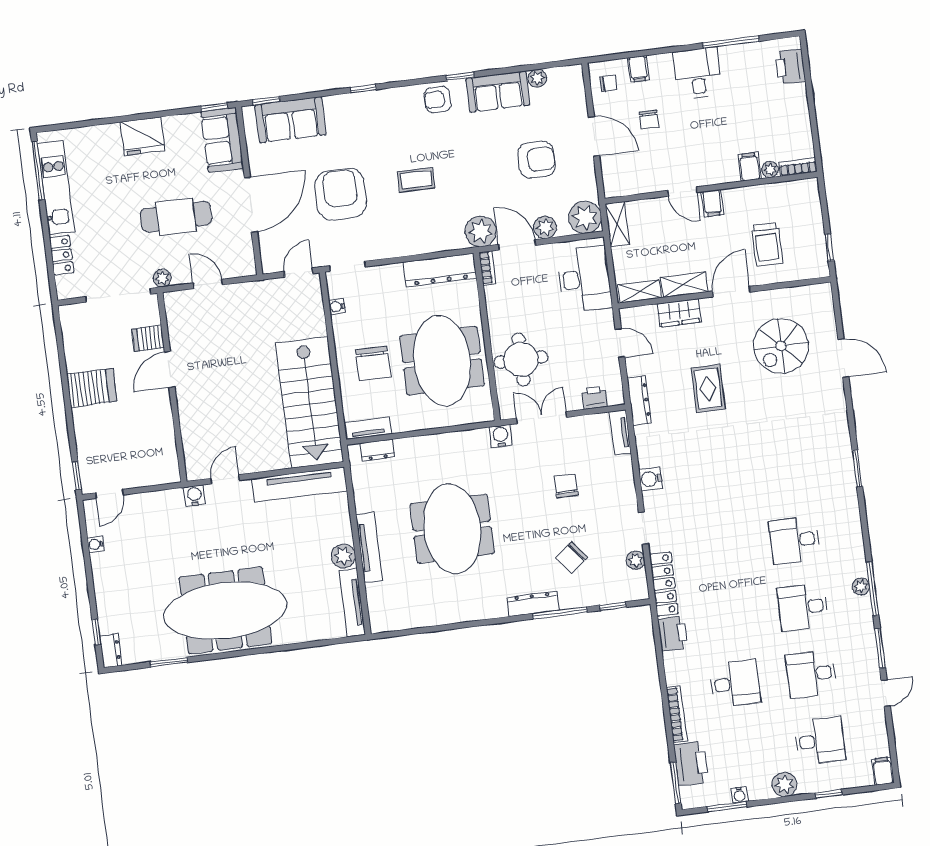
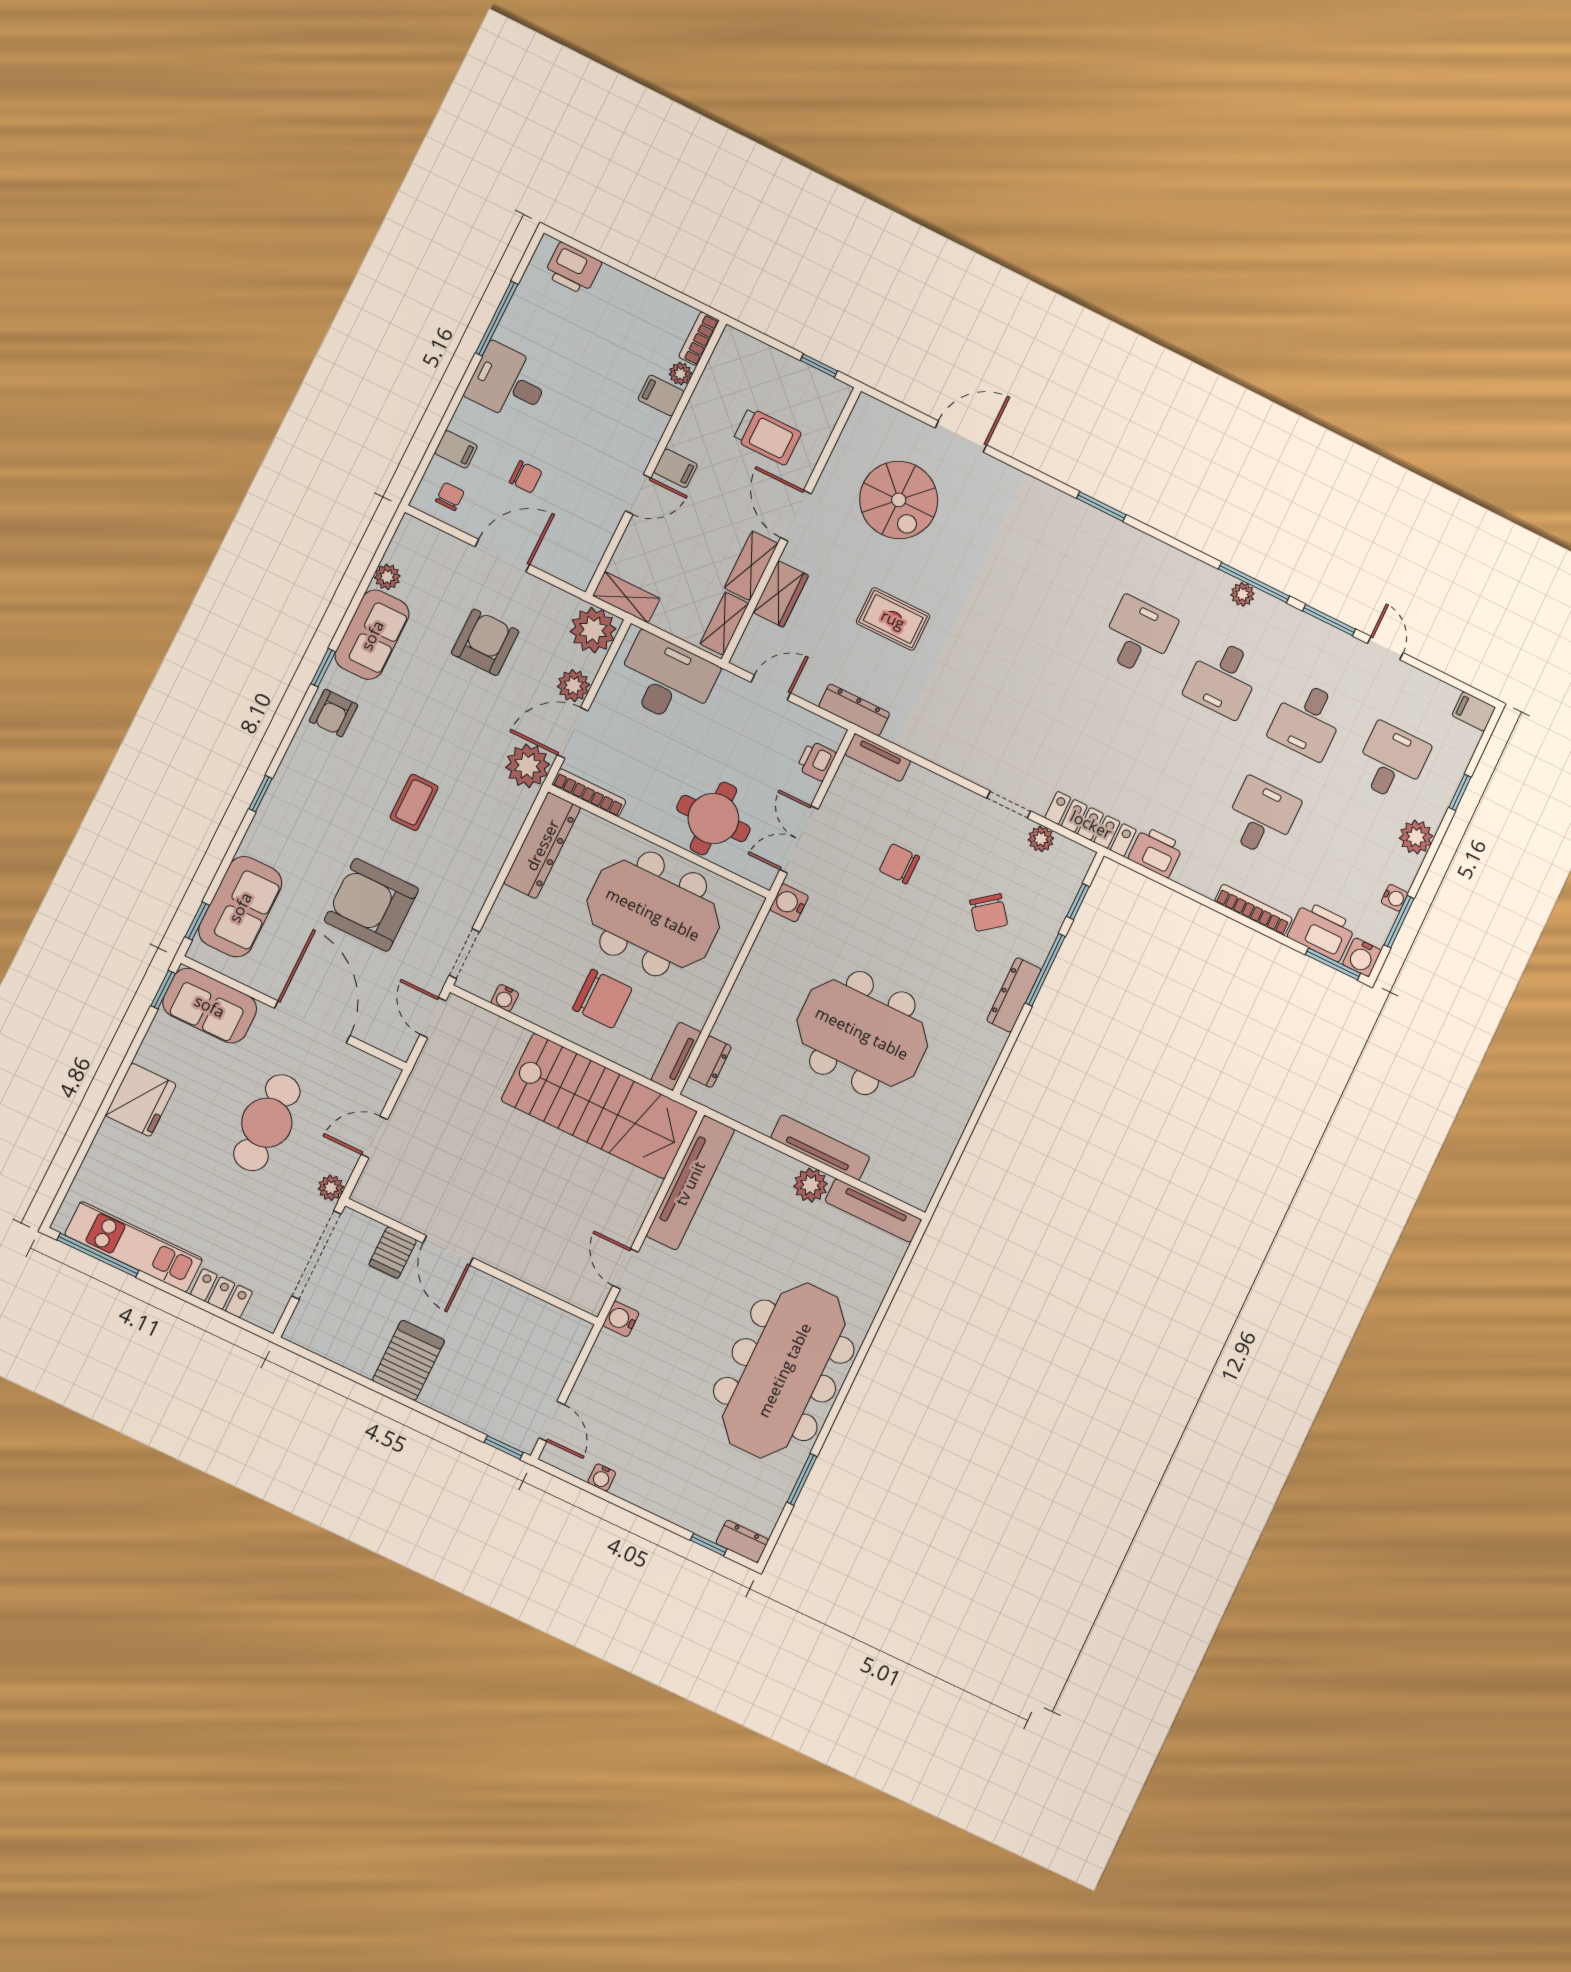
bookcase: (487, 268) -> (589, 793), width x1.56
water cooler: (651, 479) -> (1362, 957), moved
desk: (794, 540) -> (1138, 636), turned 180

